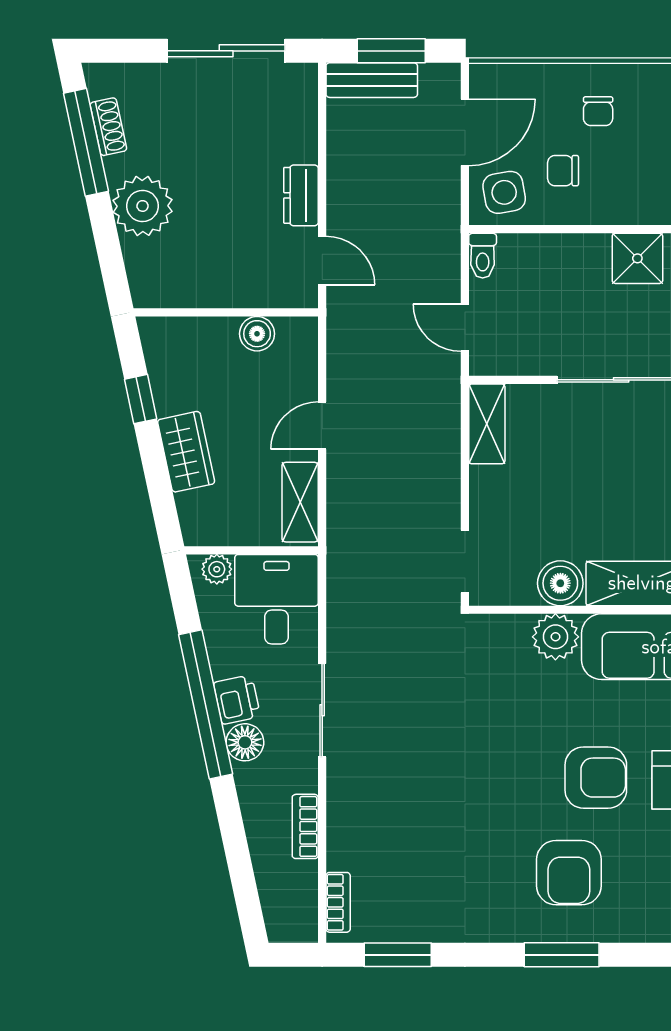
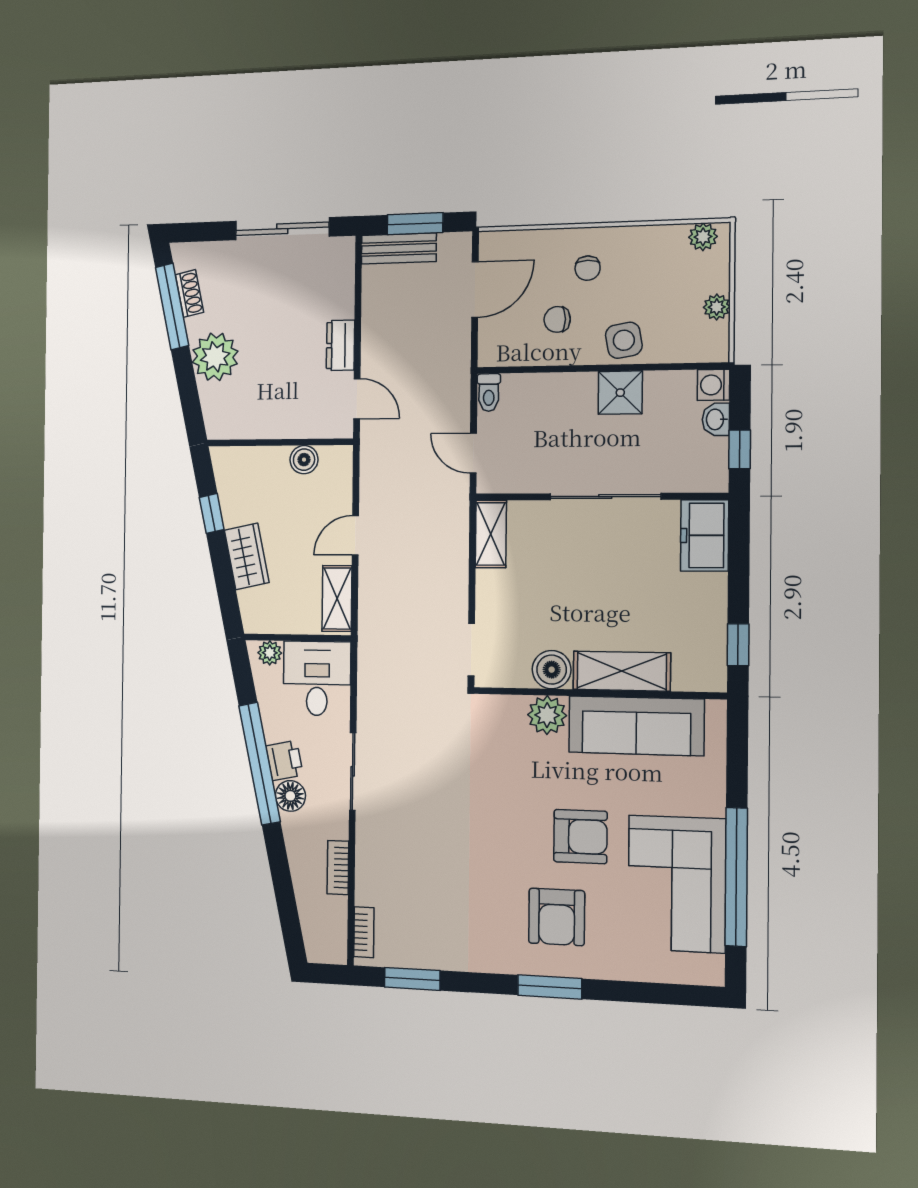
side table: (504, 192) -> (624, 340), moved

